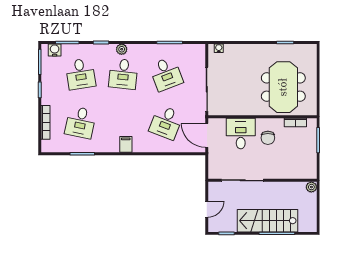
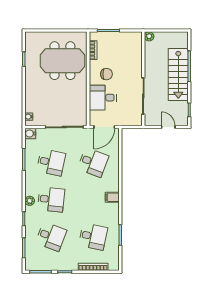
water cooler: (55, 50) -> (30, 134), moved
desk: (81, 74) -> (51, 236), turned 30
desk: (166, 74) -> (51, 162), turned 33

